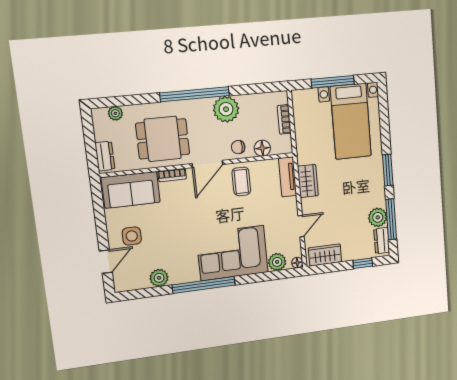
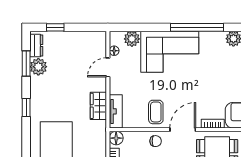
floor lamp: (262, 148) -> (116, 138), moved
window: (388, 170) -> (26, 107), width x0.67
window: (391, 219) -> (26, 63), width x0.69
wardrobe: (325, 255) -> (89, 39), removed
floor lamp: (297, 263) -> (114, 51), moved

